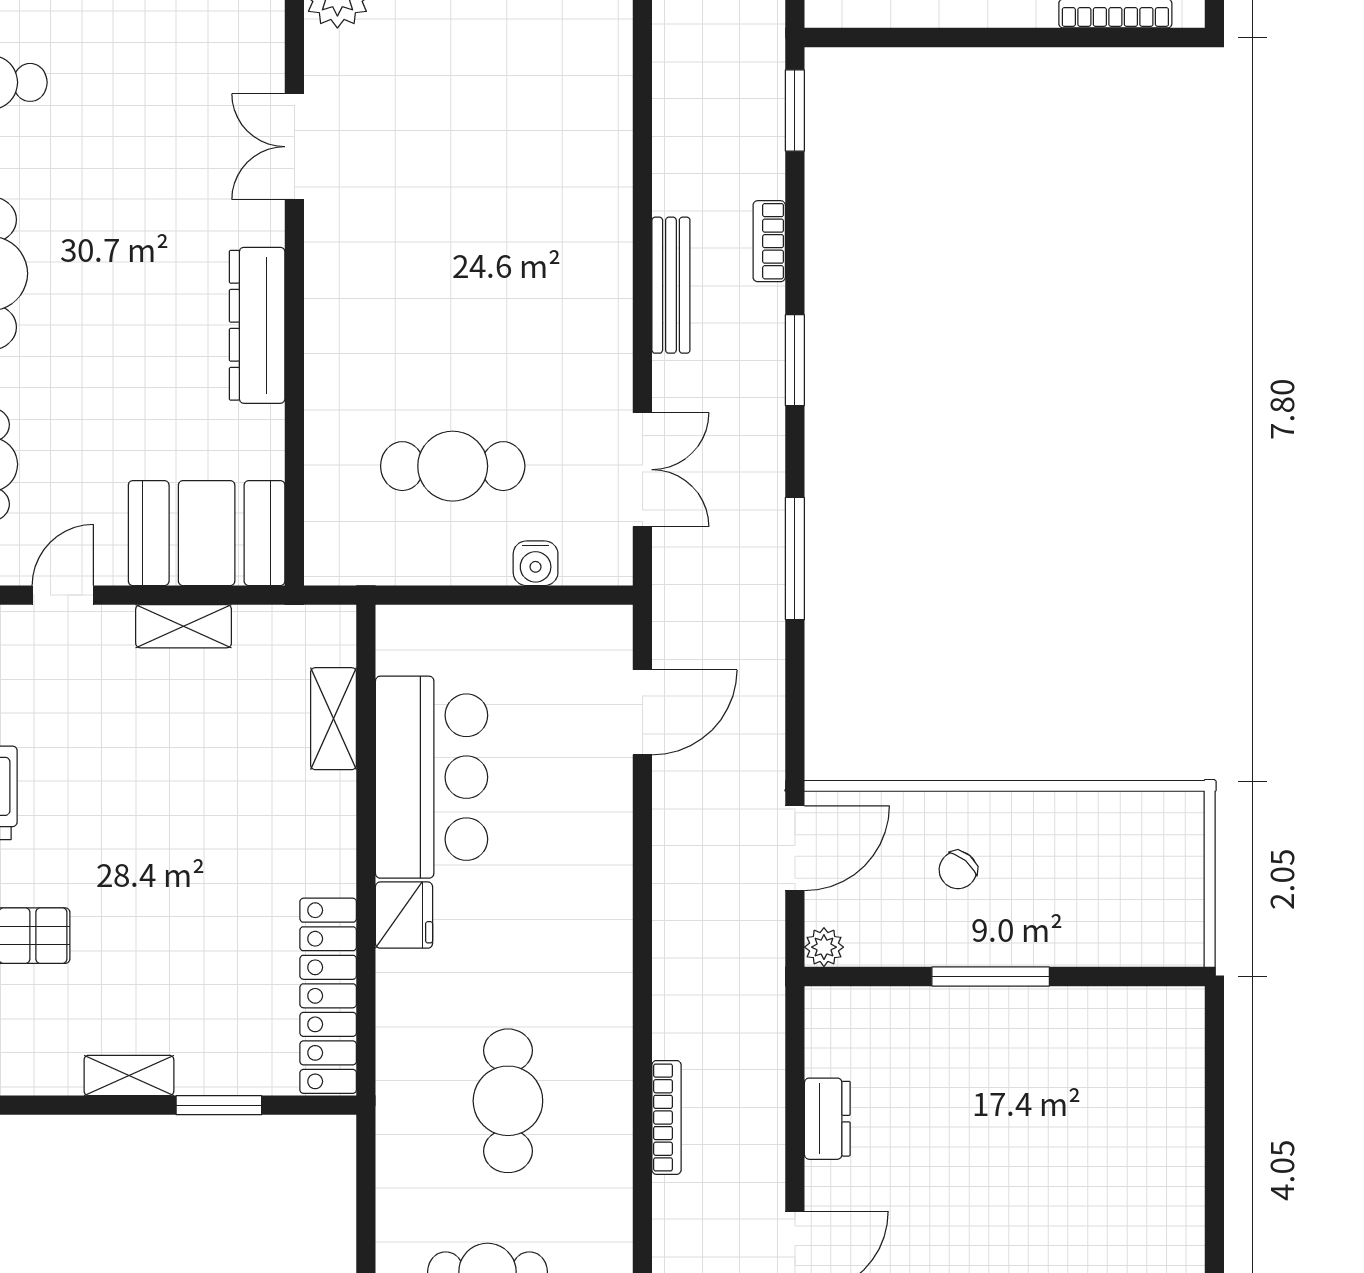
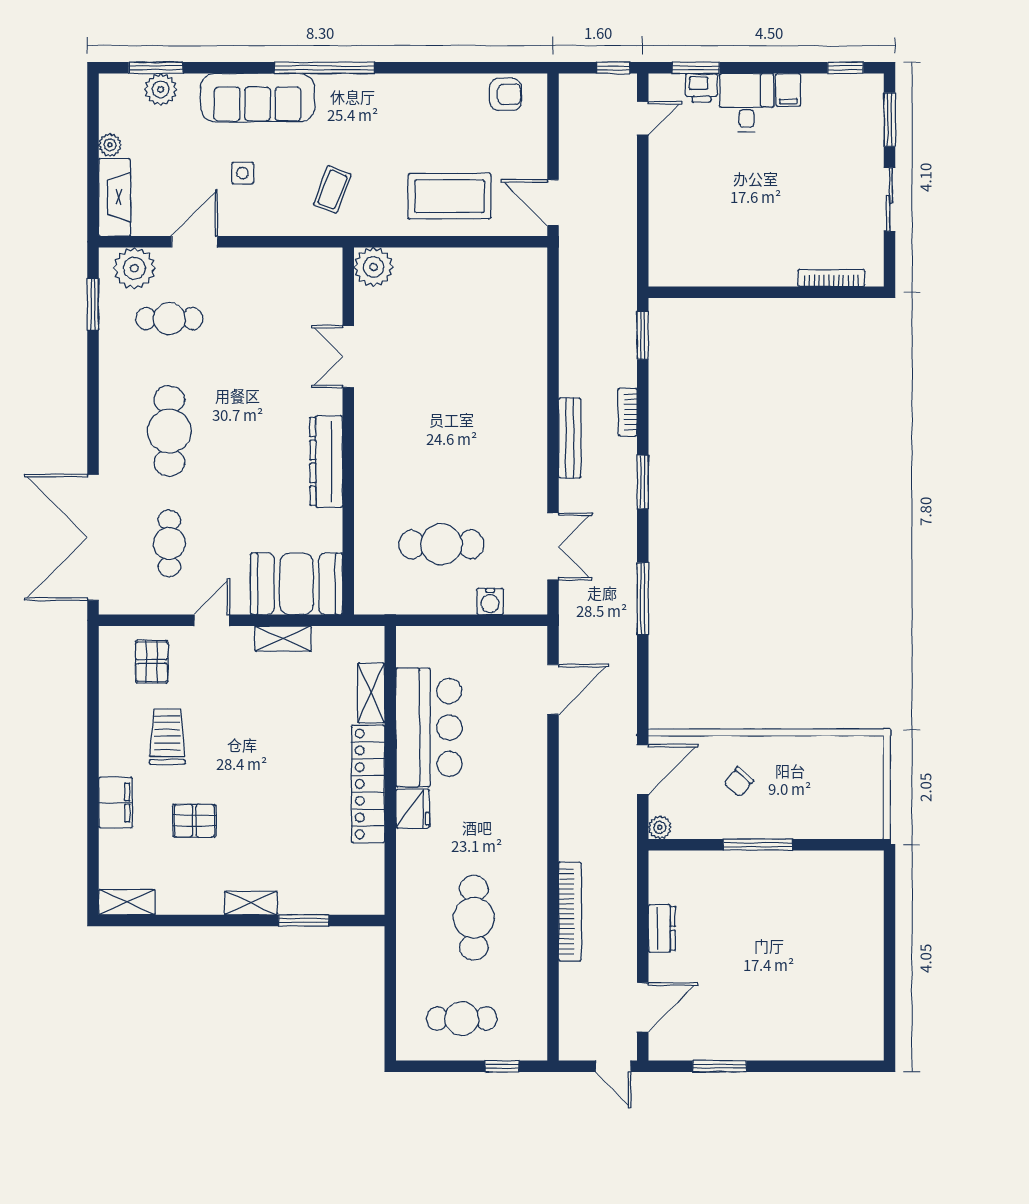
locker: (328, 996) -> (368, 784), moved
bookcase: (667, 1117) -> (570, 912), width x1.48, depth x1.31

